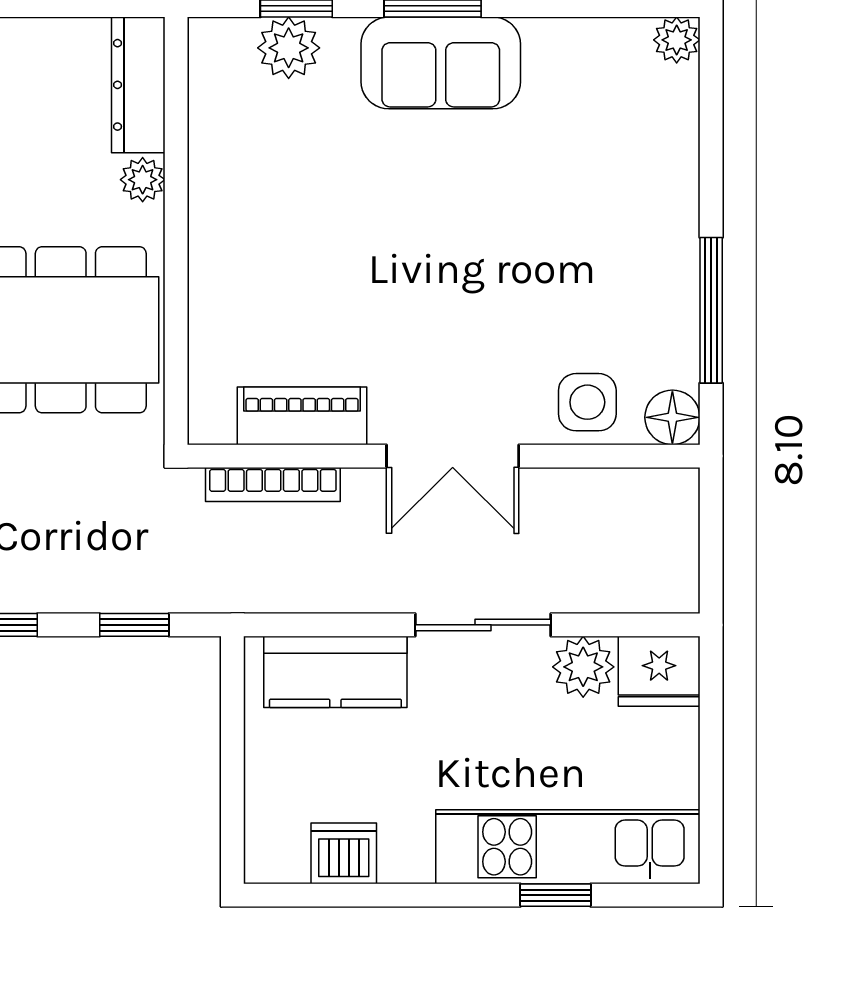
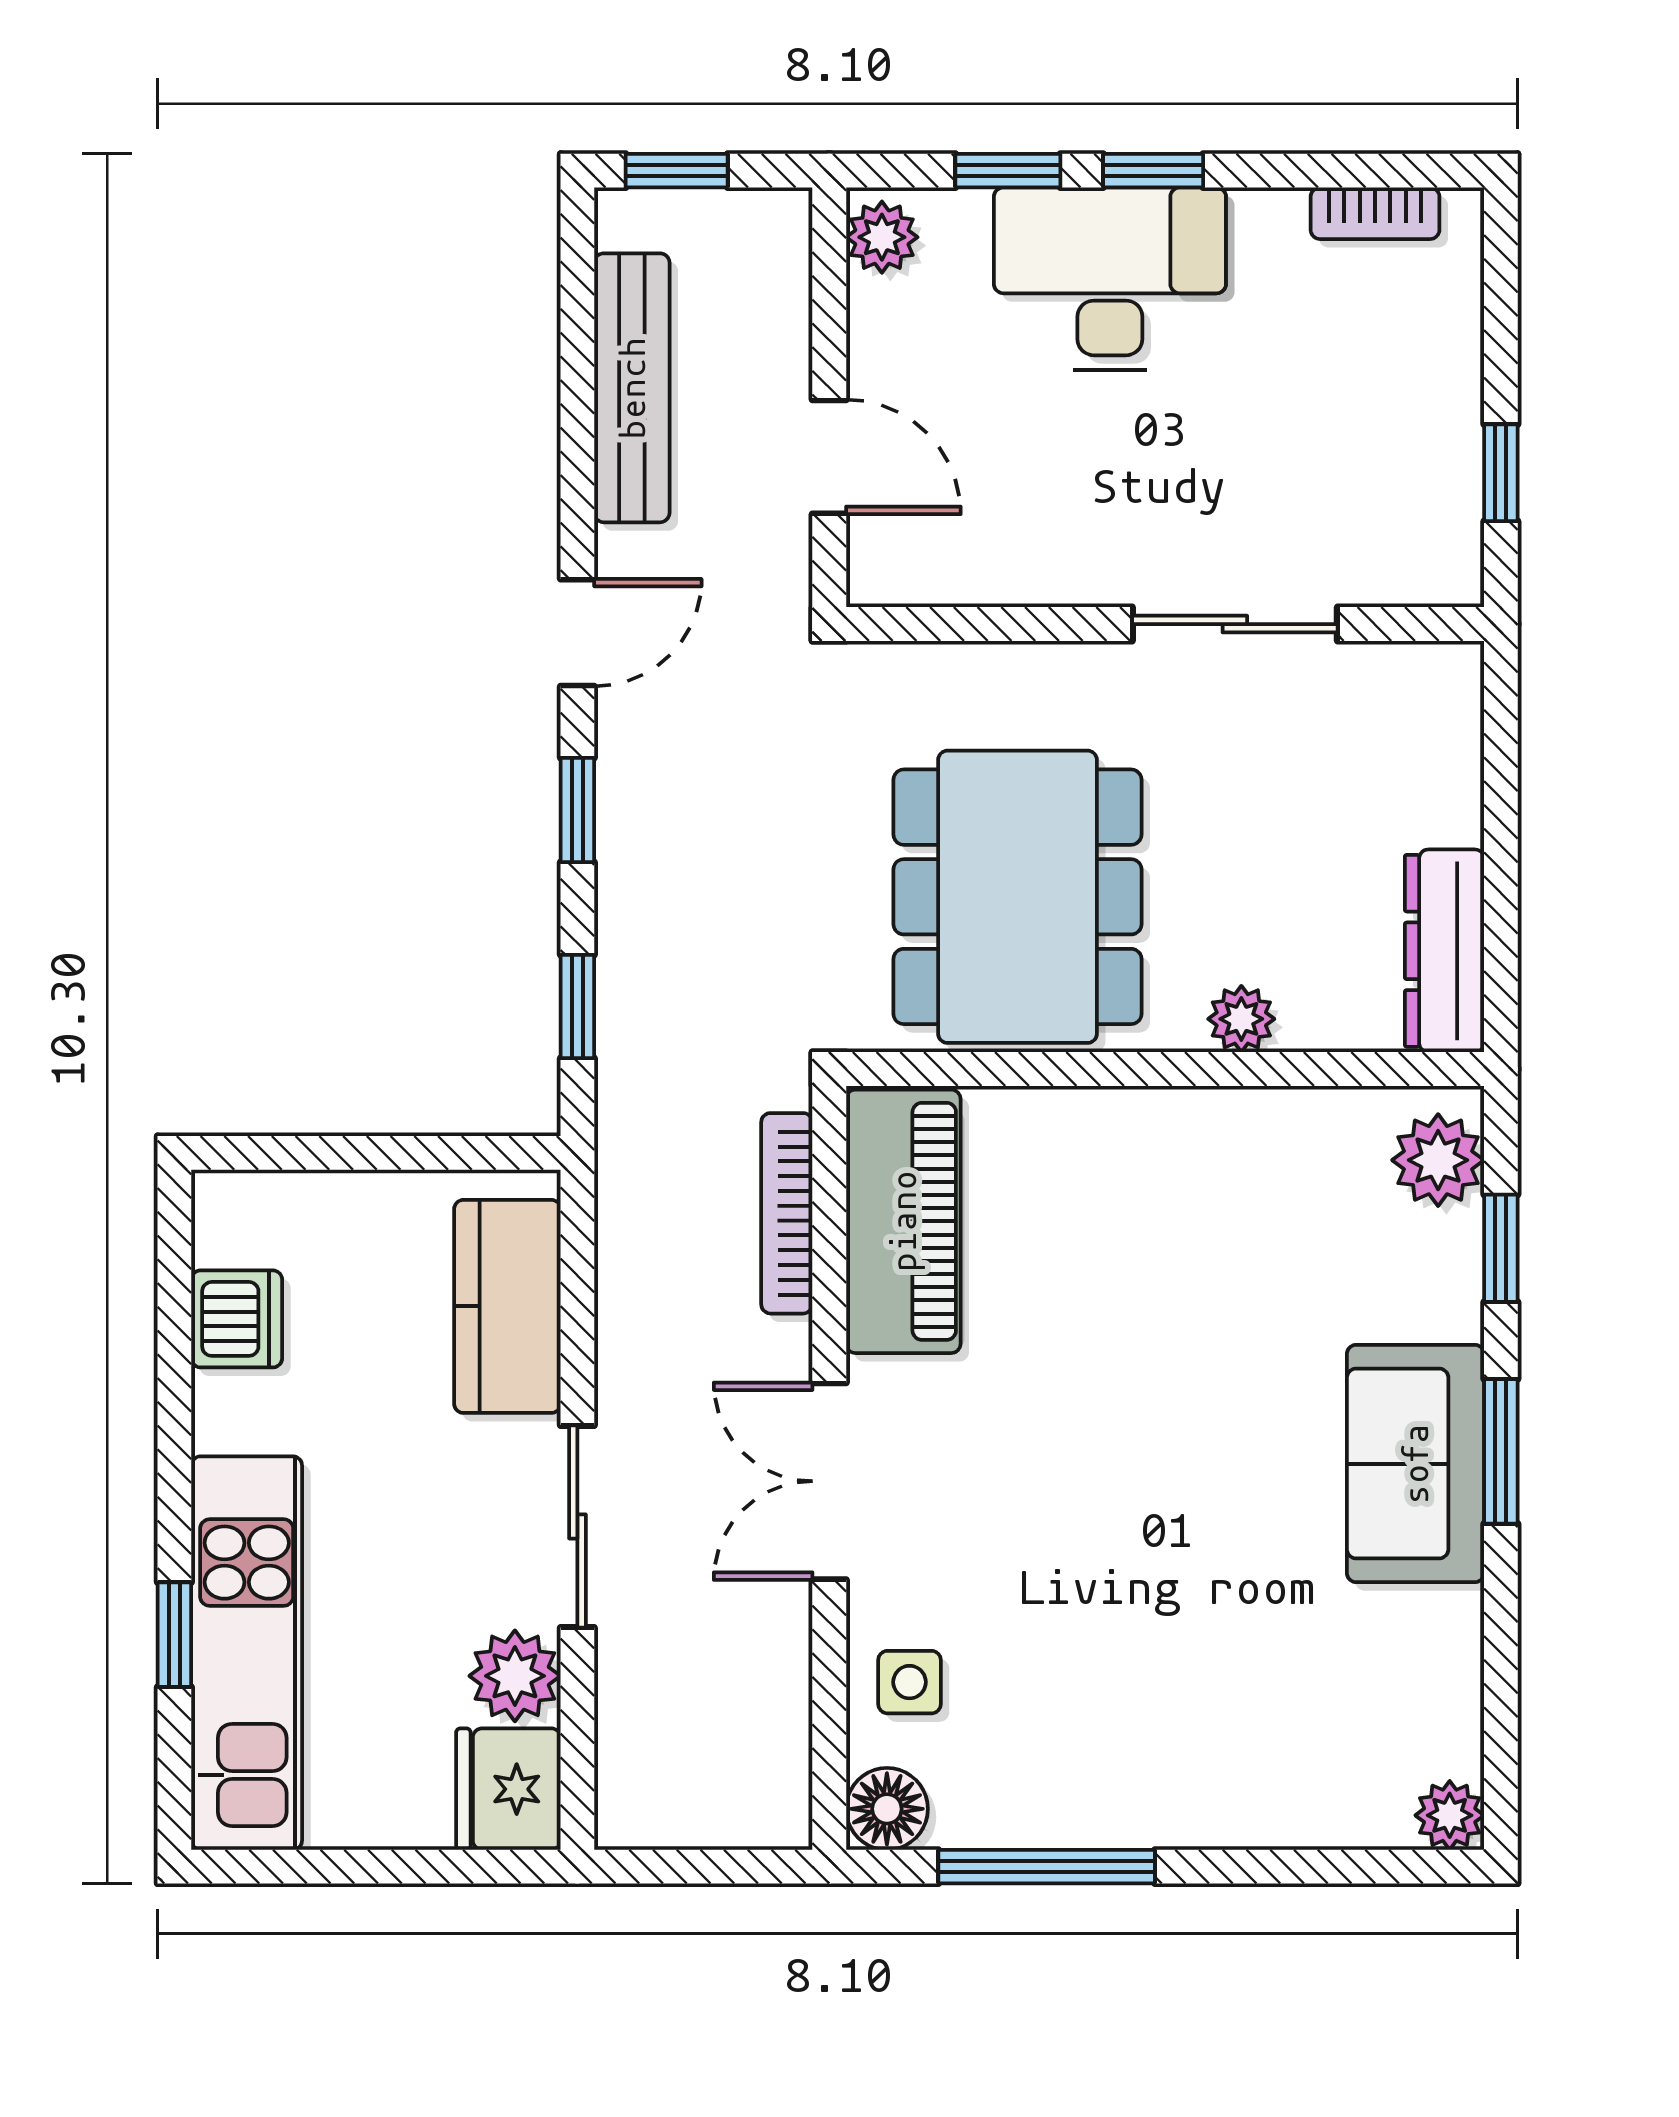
plant: (289, 48) -> (1438, 1160), moved
dresser: (138, 85) -> (1444, 951), moved, turned -90
side table: (587, 402) -> (910, 1682), width x0.73, depth x0.73
piano: (302, 416) -> (903, 1221), width x1.37, depth x1.33

